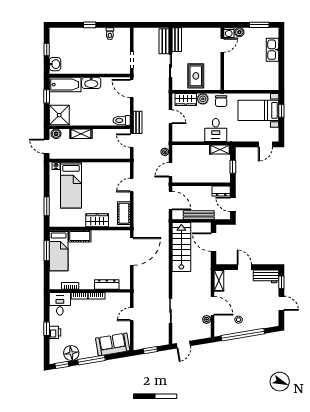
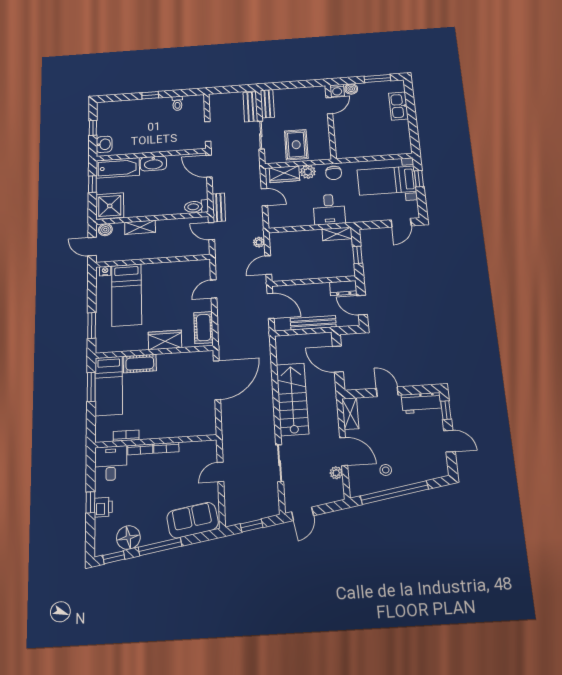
stairs: (181, 247) -> (292, 399), moved
dresser: (107, 284) -> (181, 430), removed

